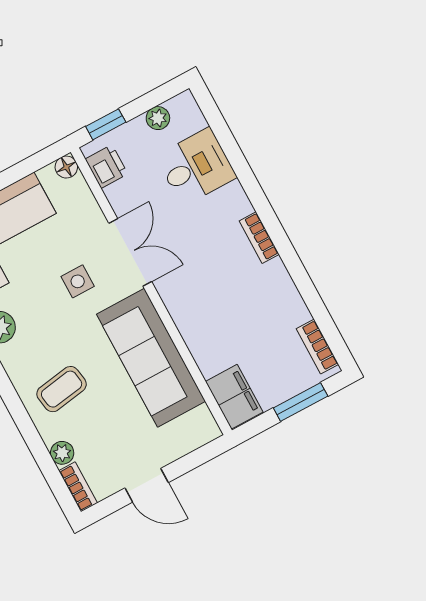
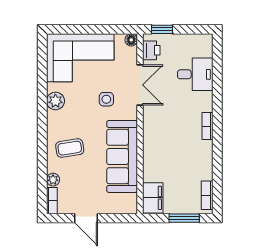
plant: (158, 118) -> (189, 40), removed
double door: (130, 252) -> (140, 85), moved

